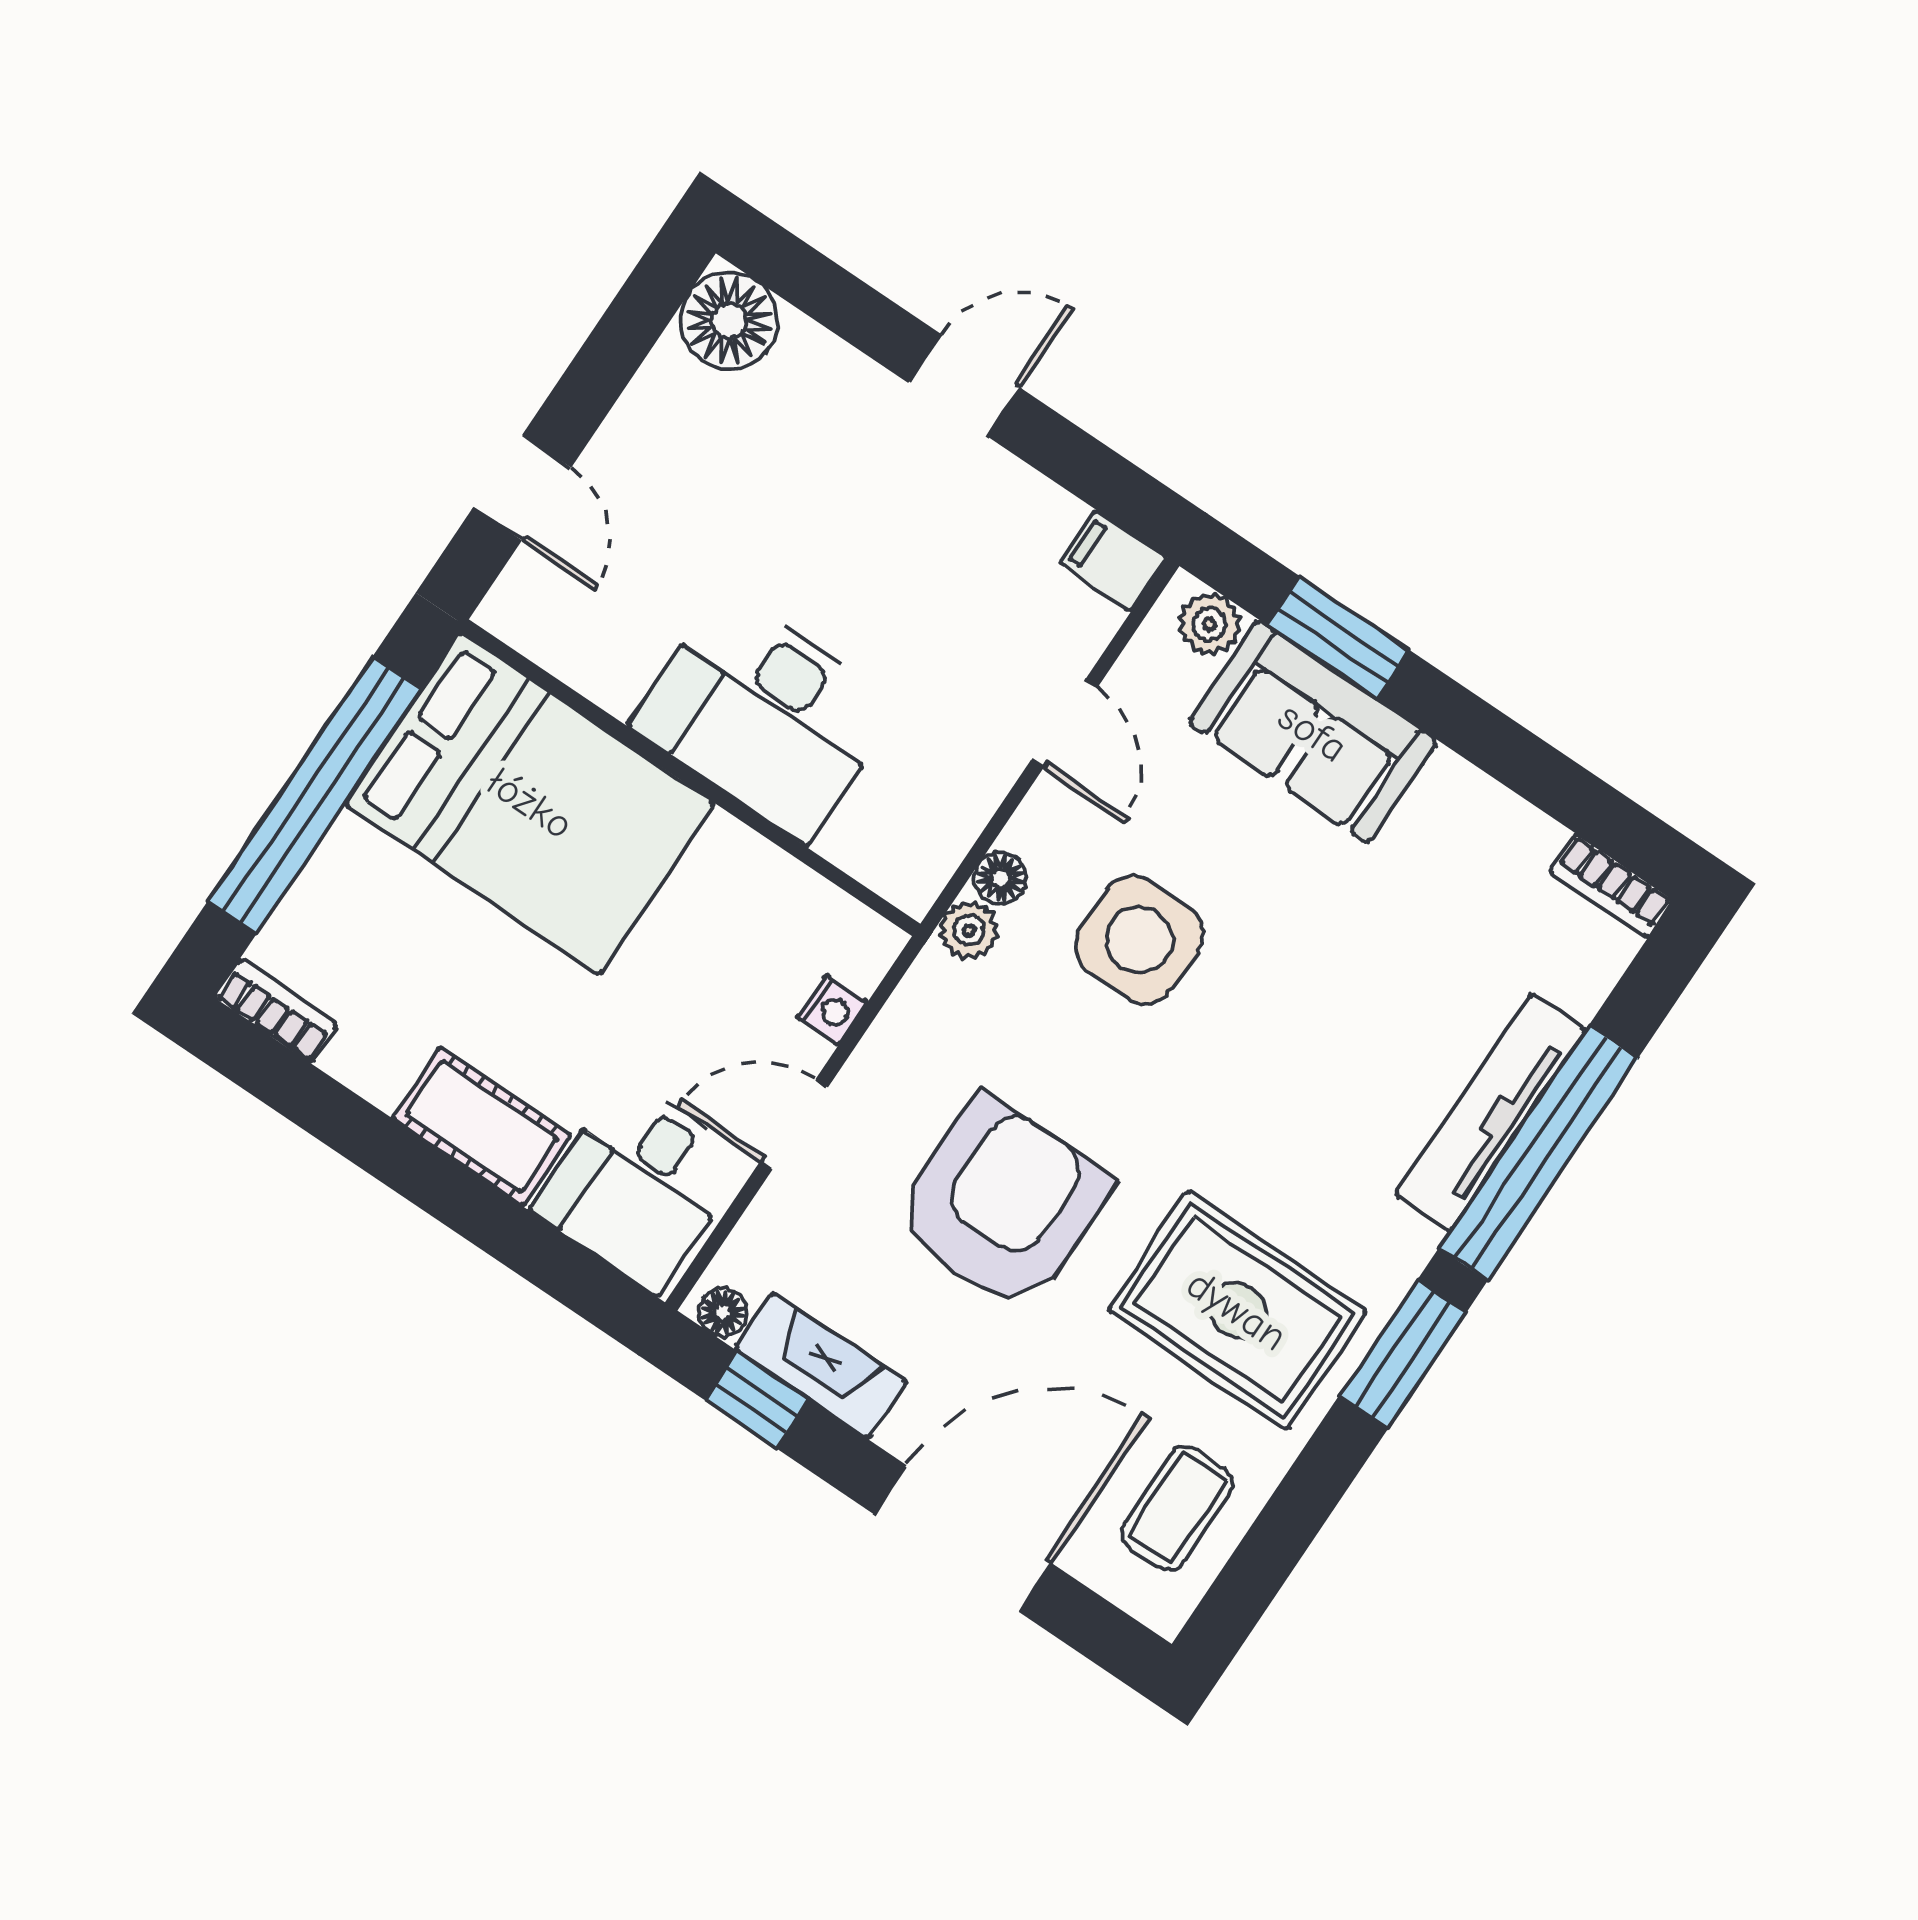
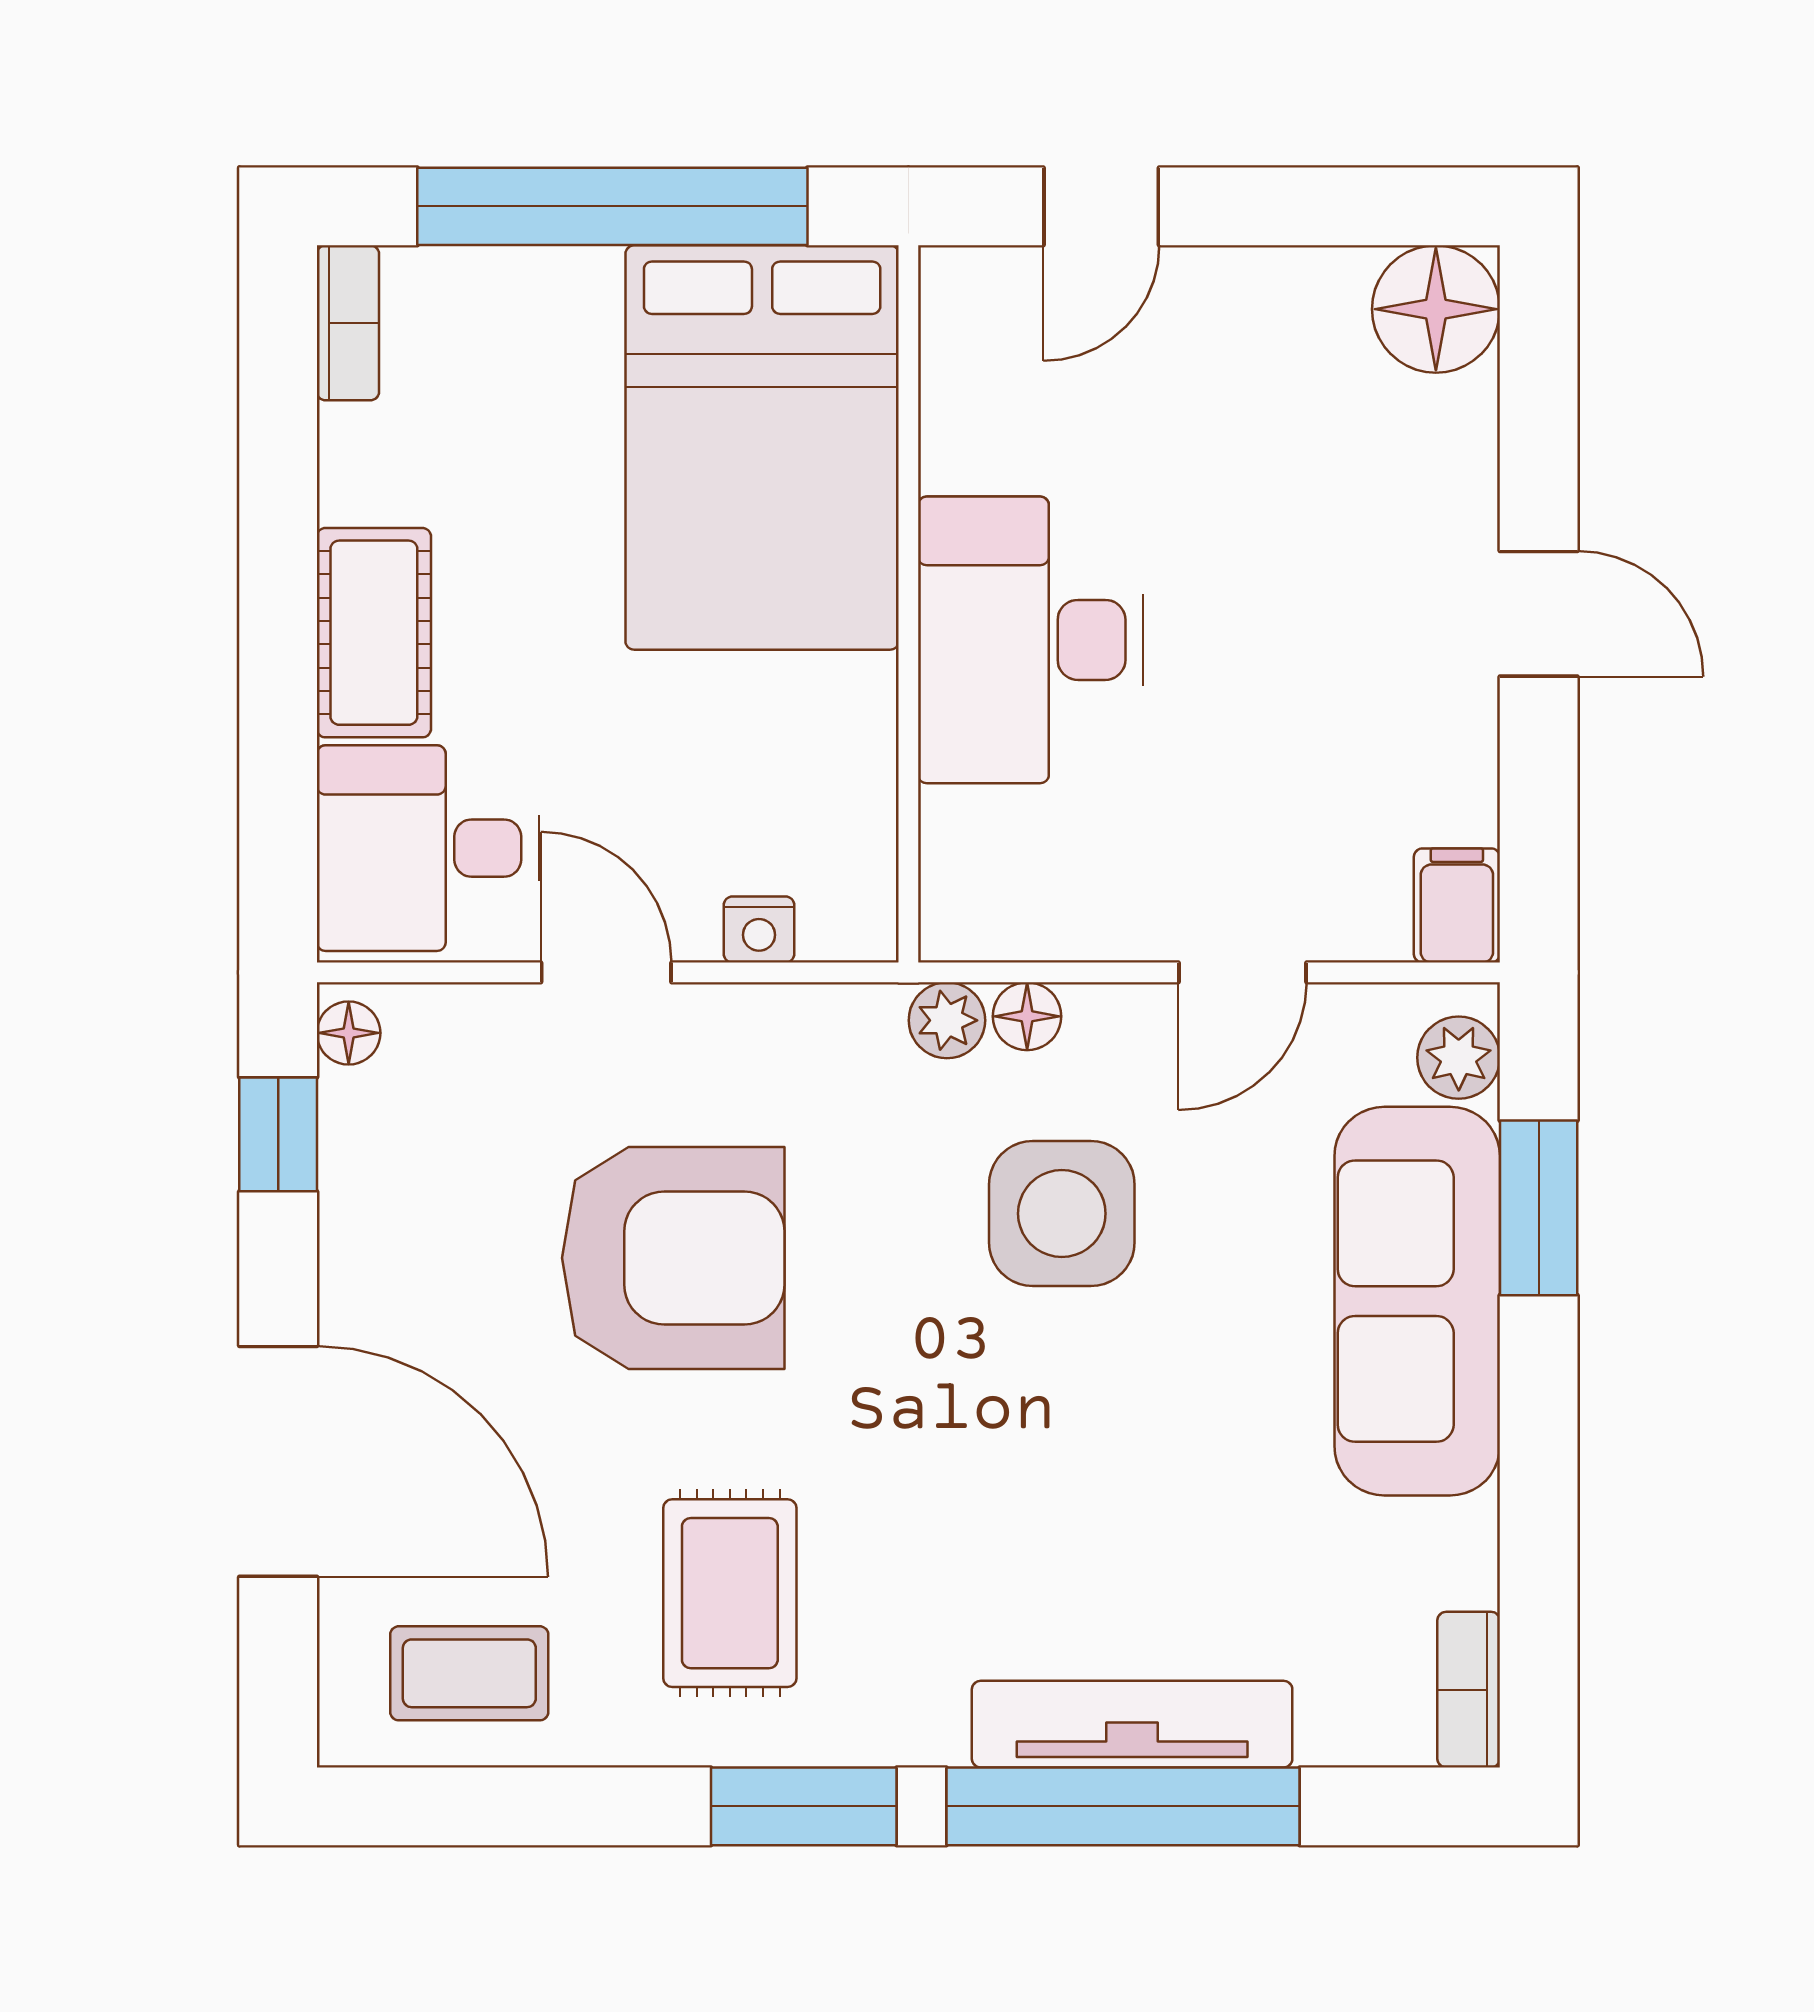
sofa: (1313, 732) -> (1417, 1301), width x1.36
rug: (1237, 1310) -> (730, 1593), width x0.73, depth x0.70
fireplace: (821, 1366) -> (363, 1179), removed

